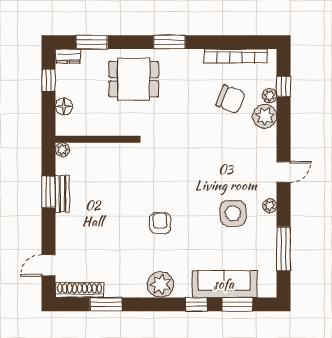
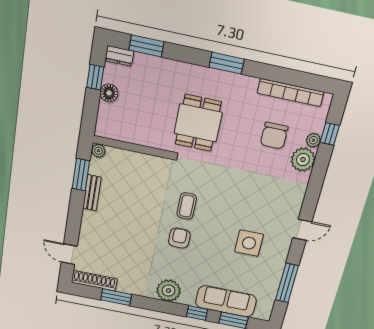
dining table: (134, 79) -> (198, 123), moved, turned 90
chair: (231, 99) -> (274, 136), turned 68
floor lamp: (64, 106) -> (109, 93), moved
door: (283, 172) -> (302, 230), moved
coffee table: (161, 187) -> (187, 206), added
window: (49, 192) -> (81, 175), moved
plant: (270, 206) -> (285, 243), removed
door: (49, 265) -> (69, 254), hinge flipped

